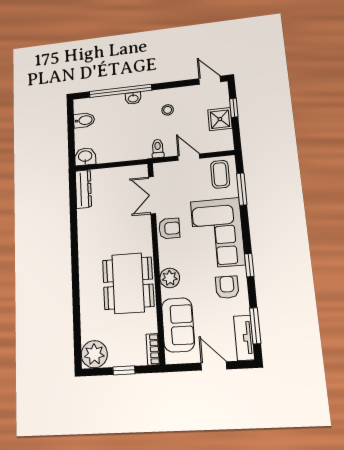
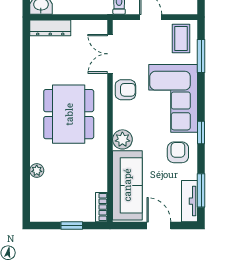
dresser: (83, 189) -> (50, 28), moved, turned 90
dining table: (128, 283) -> (69, 114), moved
sofa: (178, 325) -> (127, 185), width x1.36
plant: (94, 354) -> (37, 170), moved, width x0.53, depth x0.53

